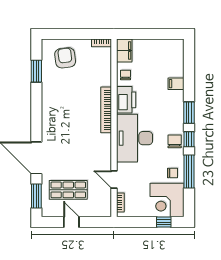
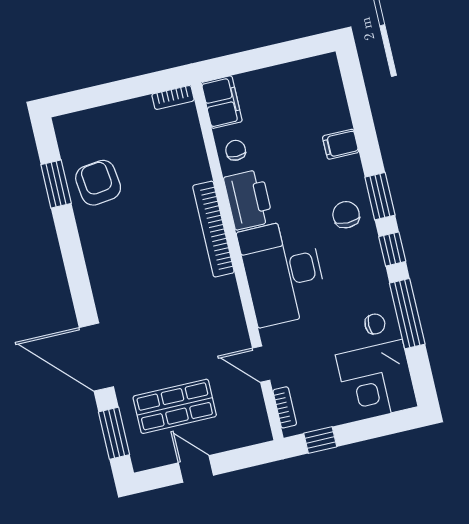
armchair: (65, 58) -> (98, 183), moved
chair: (175, 141) -> (346, 215), moved
window: (164, 222) -> (320, 440), moved

